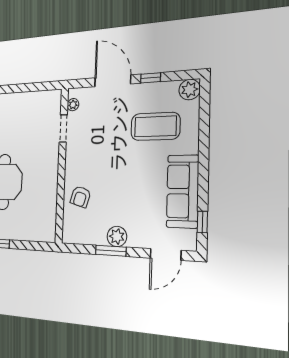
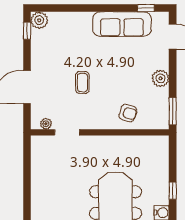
window: (151, 78) -> (27, 31), moved
coffee table: (155, 126) -> (82, 83), moved, width x0.54, depth x0.58
window: (111, 251) -> (173, 111), moved

